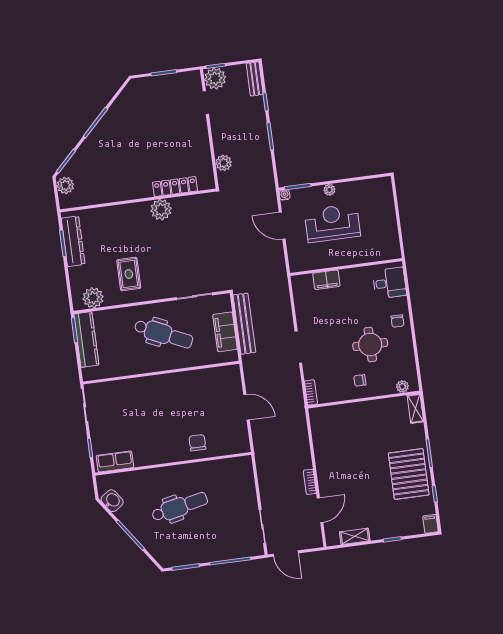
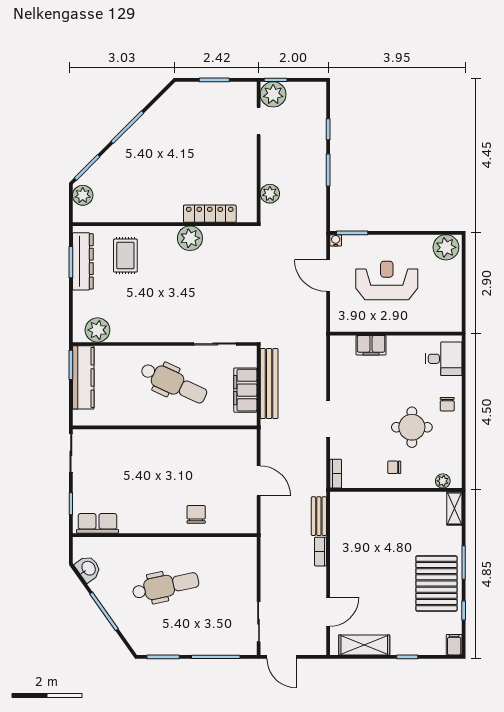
bench: (255, 79) -> (319, 516), moved
plant: (329, 190) -> (446, 247), moved, width x1.87, depth x1.87
rug: (129, 274) -> (125, 256), moved
bookcase: (310, 482) -> (321, 552), moved
shelving: (355, 536) -> (364, 645), width x1.50, depth x1.33

